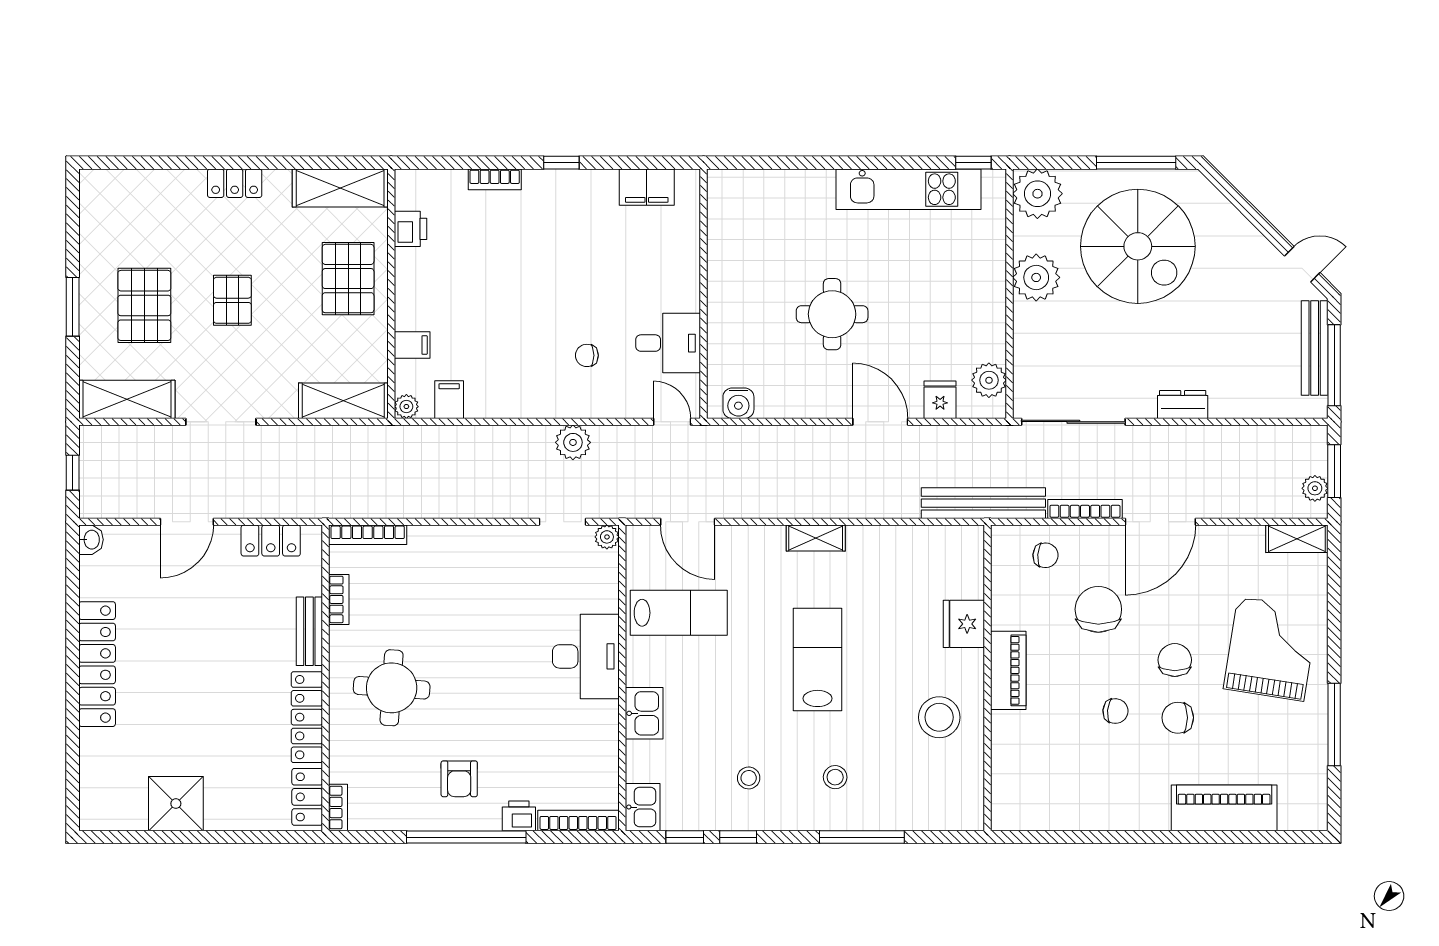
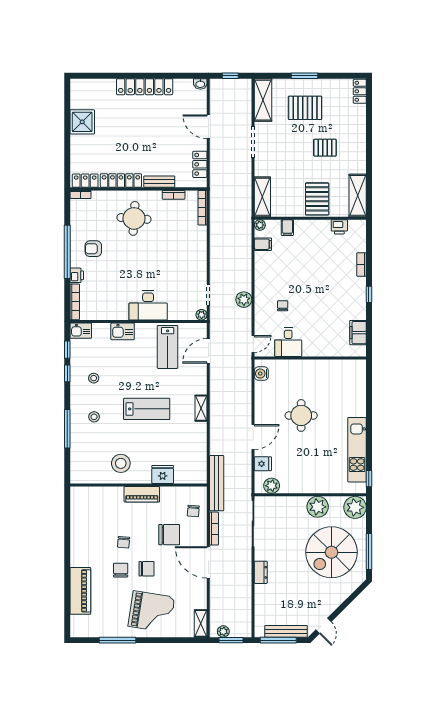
locker: (235, 183) -> (360, 91), moved
pallet: (348, 279) -> (317, 199), turned 90
pallet: (232, 300) -> (325, 148), moved

